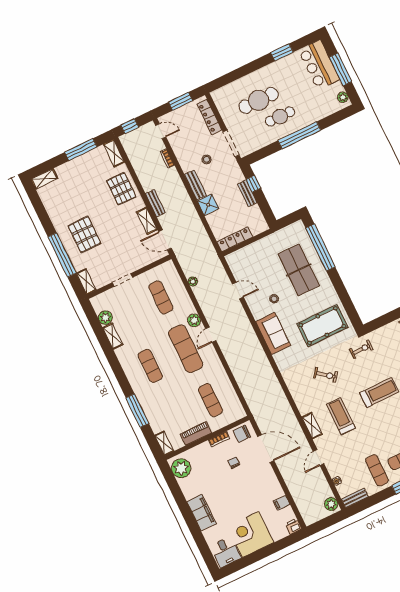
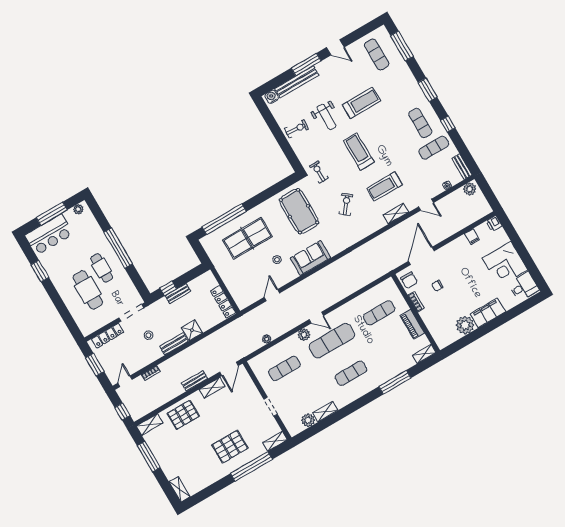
plant: (181, 468) -> (465, 325), moved

